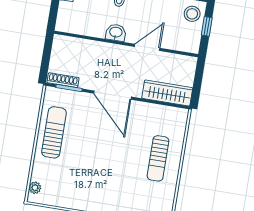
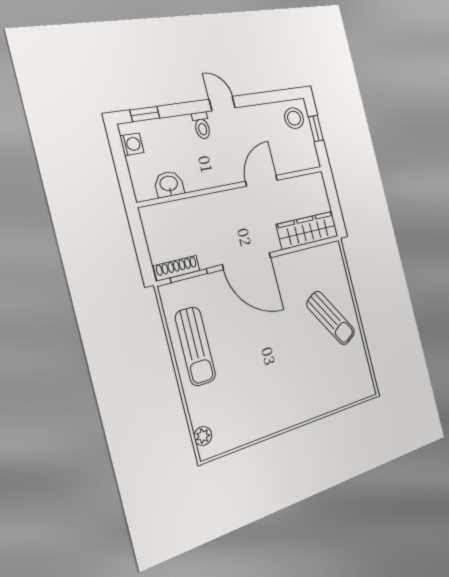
washbasin: (116, 33) -> (169, 184), moved
sun lounger: (54, 132) -> (195, 346), turned 180
sun lounger: (158, 158) -> (331, 318), turned -32

